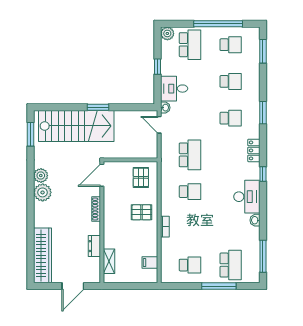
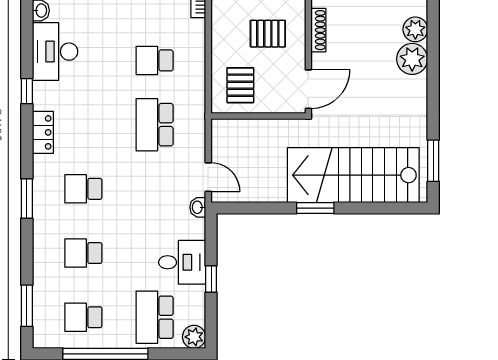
desk: (174, 89) -> (182, 262), moved
plant: (41, 176) -> (415, 29), moved
pallet: (141, 212) -> (268, 34), moved

